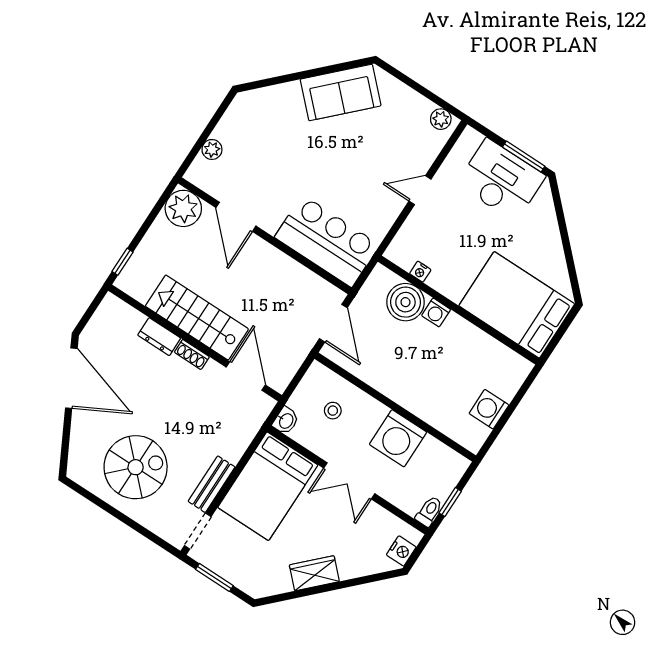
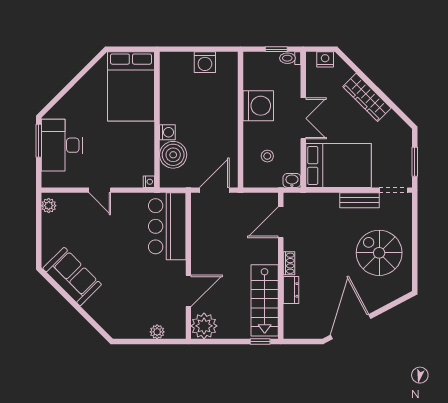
nightstand: (420, 272) -> (149, 182), moved
stairs: (197, 317) -> (265, 300), moved
wardrobe: (314, 573) -> (367, 97), width x1.50

